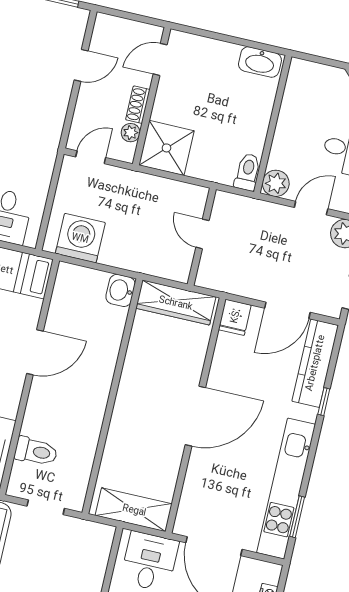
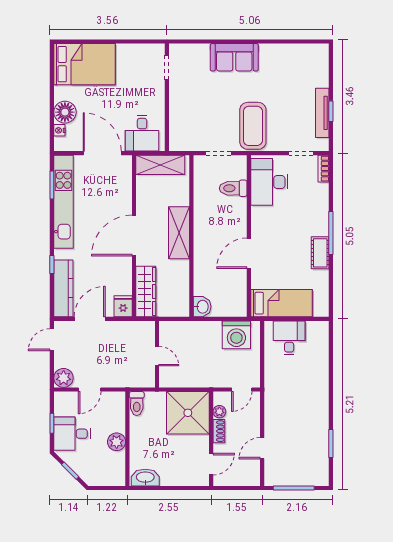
shower: (166, 148) -> (188, 413), width x1.37, depth x1.37
plant: (276, 183) -> (117, 442), moved
wardrobe: (176, 303) -> (146, 291), moved, turned 90
shelving: (129, 405) -> (179, 233), added

